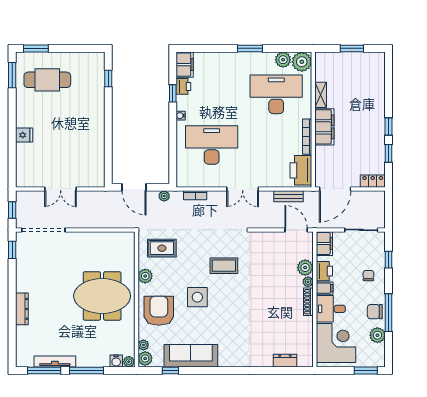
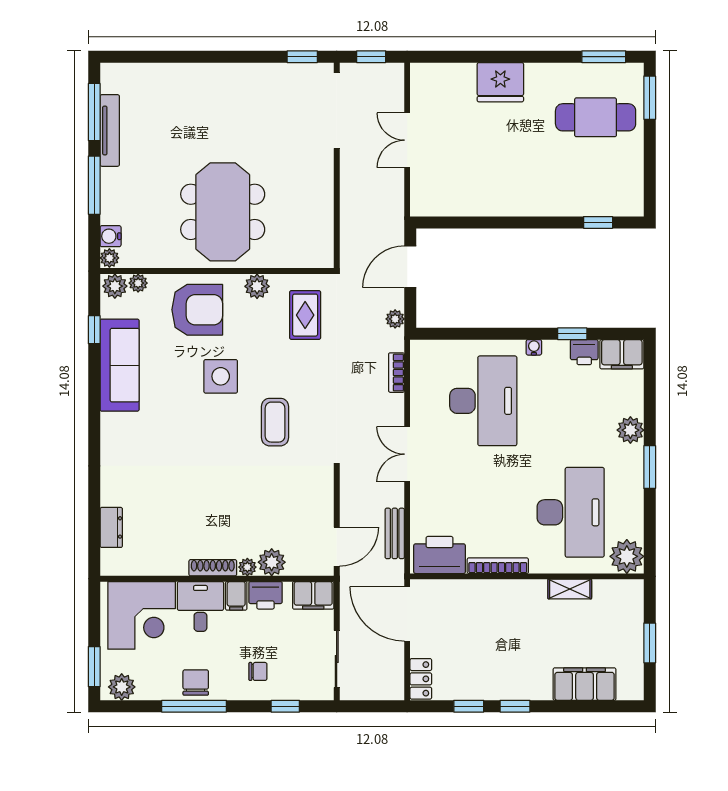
plant: (283, 60) -> (630, 430), moved
cafe table: (47, 80) -> (596, 117), turned 90
filing cabinet: (324, 127) -> (585, 684), moved, turned 180
fridge: (24, 135) -> (500, 82), width x1.88, depth x1.34
dresser: (22, 309) -> (200, 73), removed
plant: (377, 335) -> (122, 687), moved

